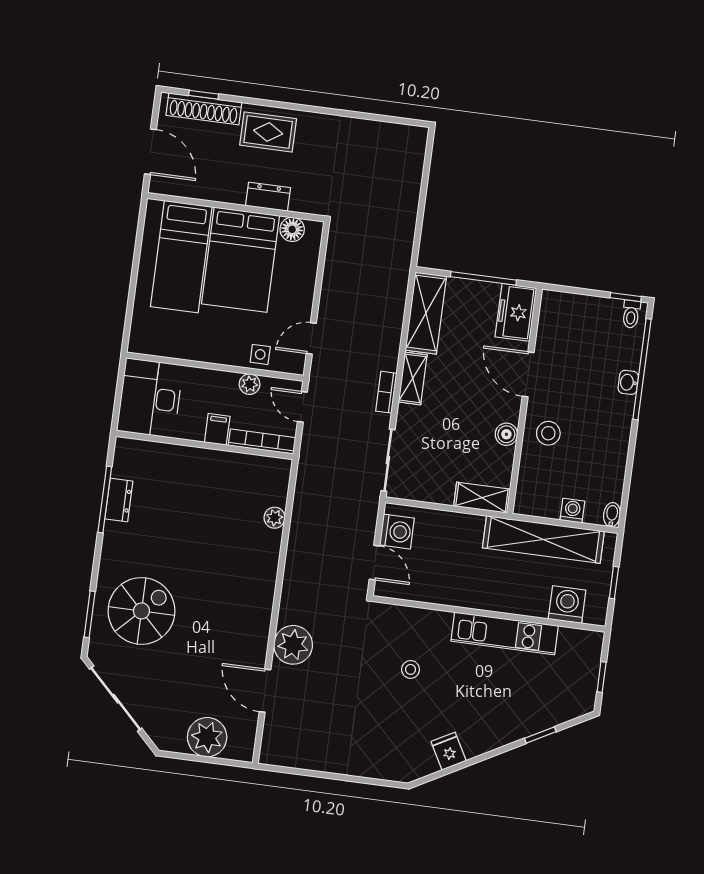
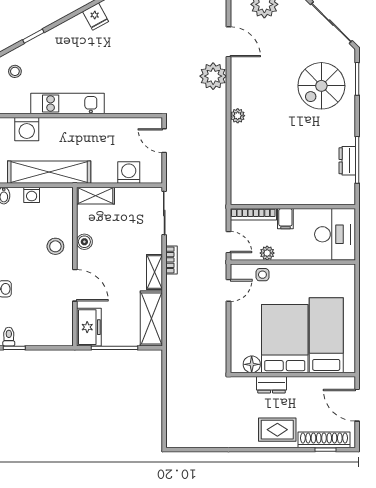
plant: (275, 518) -> (238, 116), moved
washing machine: (397, 532) -> (129, 173), moved, turned 90
stool: (411, 669) -> (15, 71), moved

